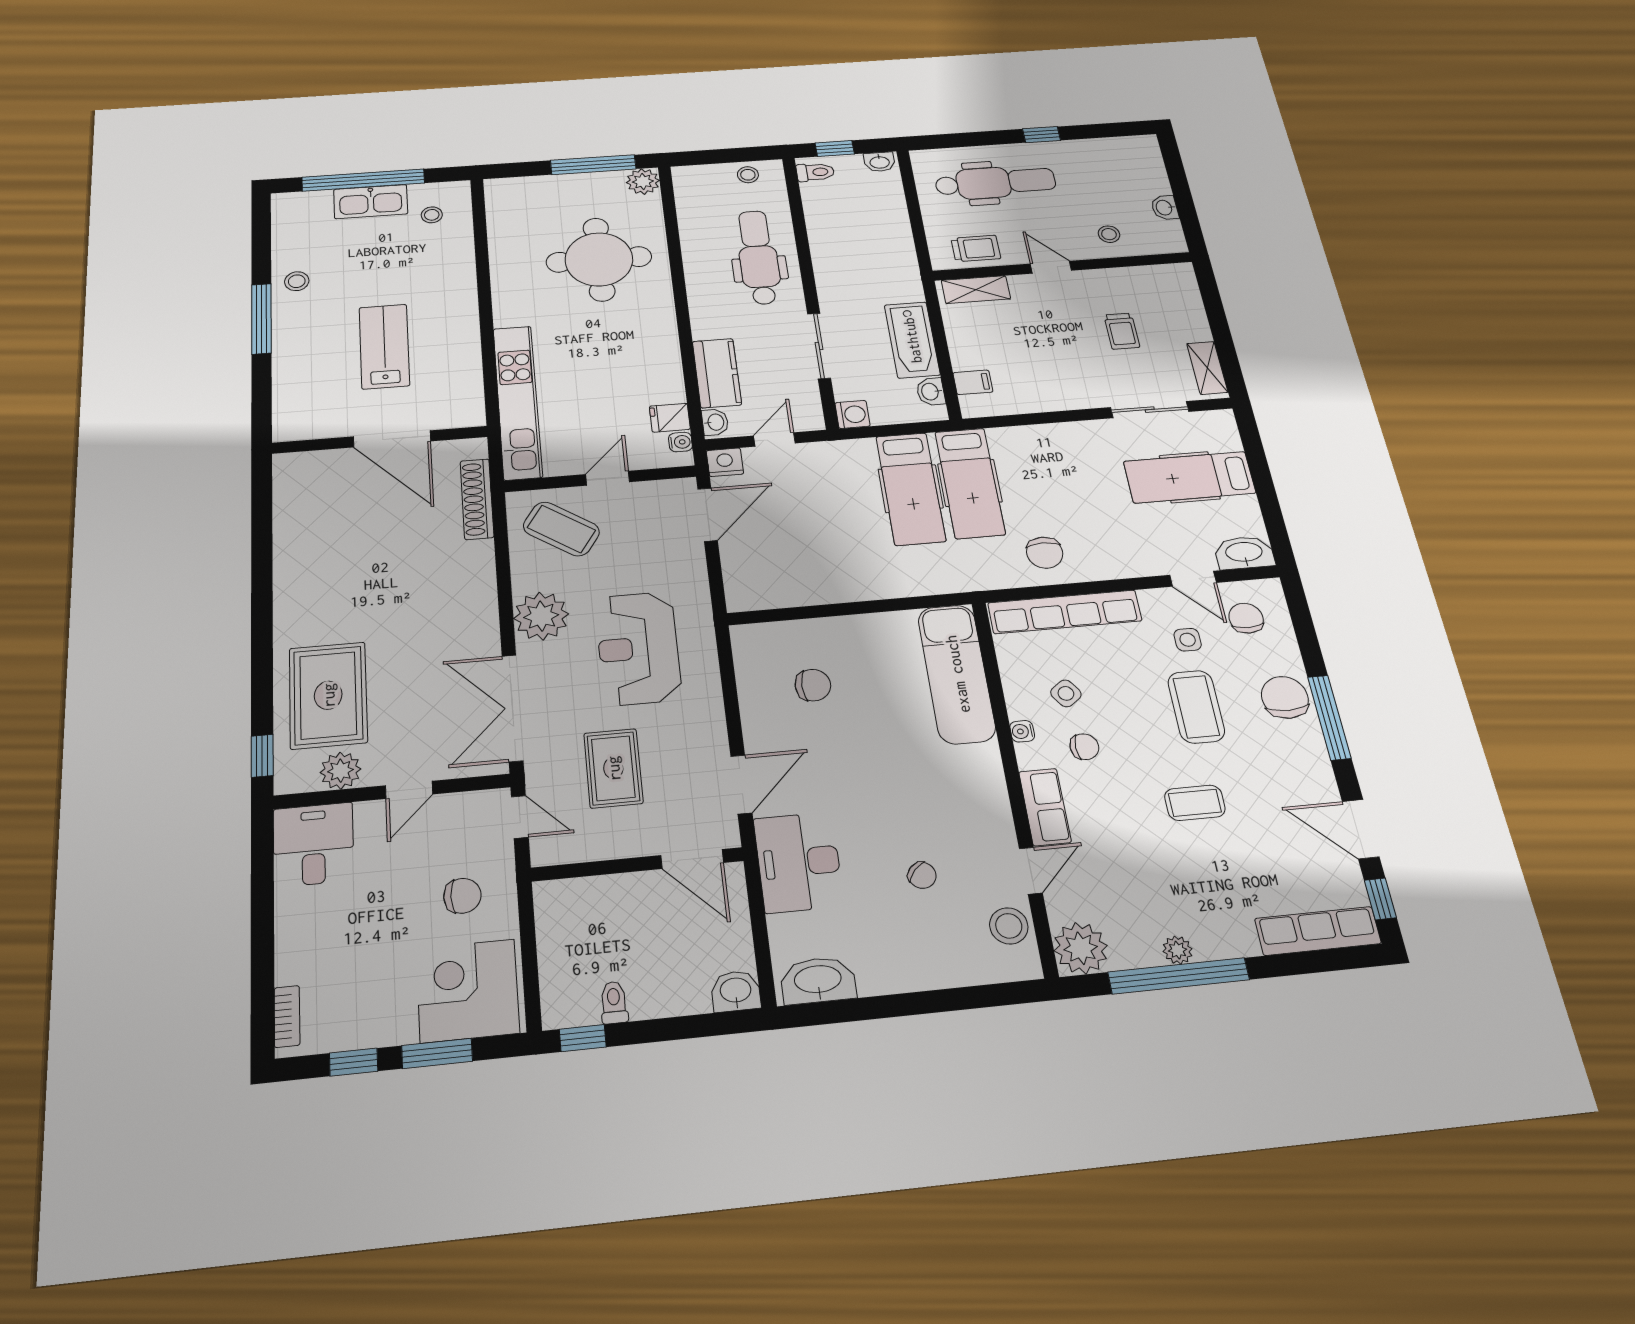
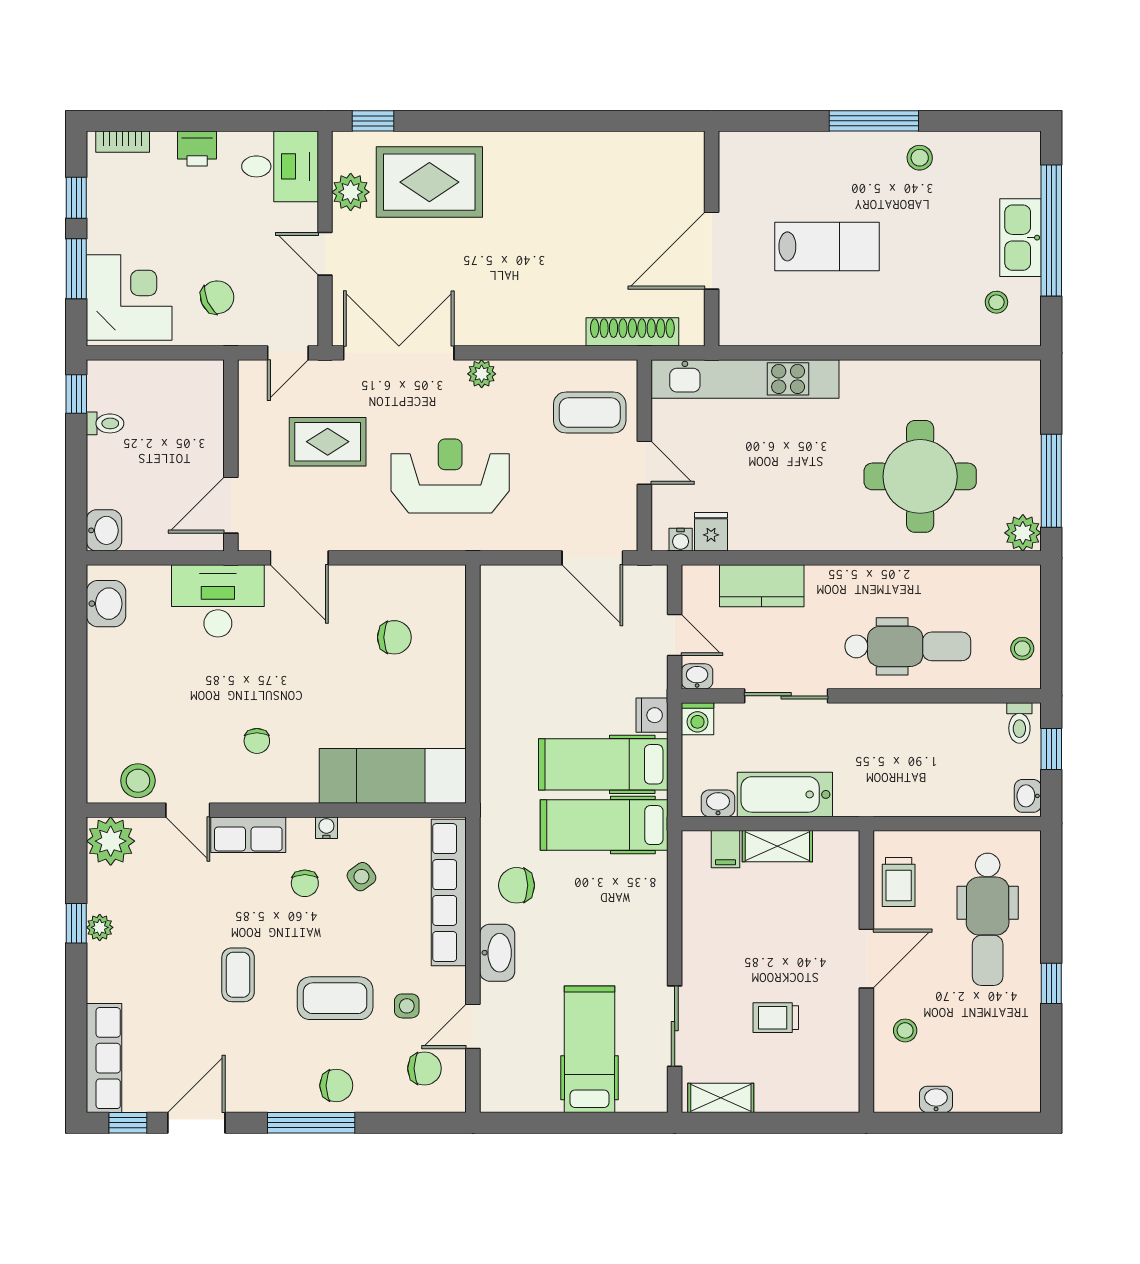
door: (1051, 267) -> (866, 959), width x1.38
shelving: (976, 290) -> (777, 846), moved, turned 90
washbasin: (715, 422) -> (697, 676), moved, turned 180
nightstand: (725, 462) -> (652, 715), moved
coffee table: (561, 529) -> (590, 413), turned 56
washbasin: (1244, 553) -> (497, 953), moved
plant: (541, 616) -> (482, 374), width x0.53, depth x0.53
chair: (813, 685) -> (394, 637), turned -90
chair: (1285, 697) -> (336, 1086), width x0.73, depth x0.73
chair: (922, 875) -> (257, 741), moved, turned -43
chair: (462, 896) -> (217, 297), turned -114
printer: (294, 934) -> (197, 149), added
window: (1179, 976) -> (76, 923), width x0.32
washbasin: (818, 980) -> (106, 604), width x0.72

